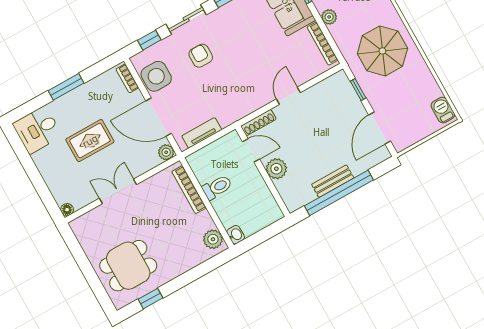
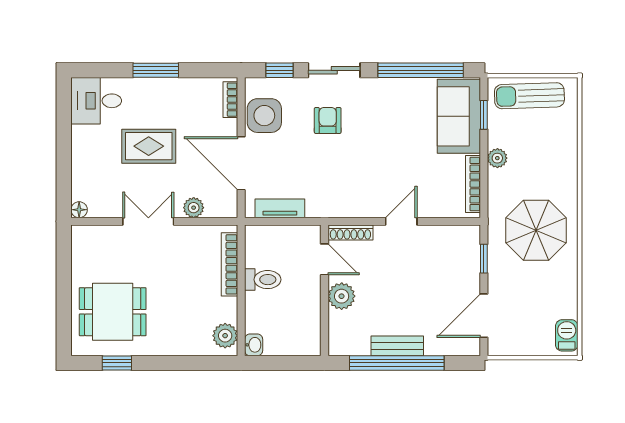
plant: (166, 152) -> (194, 208), moved

